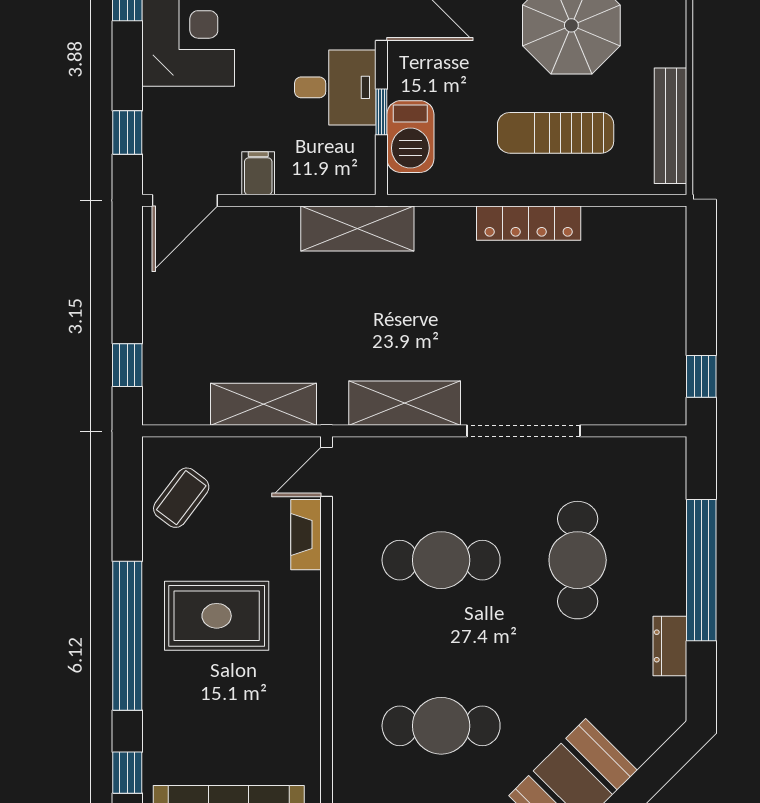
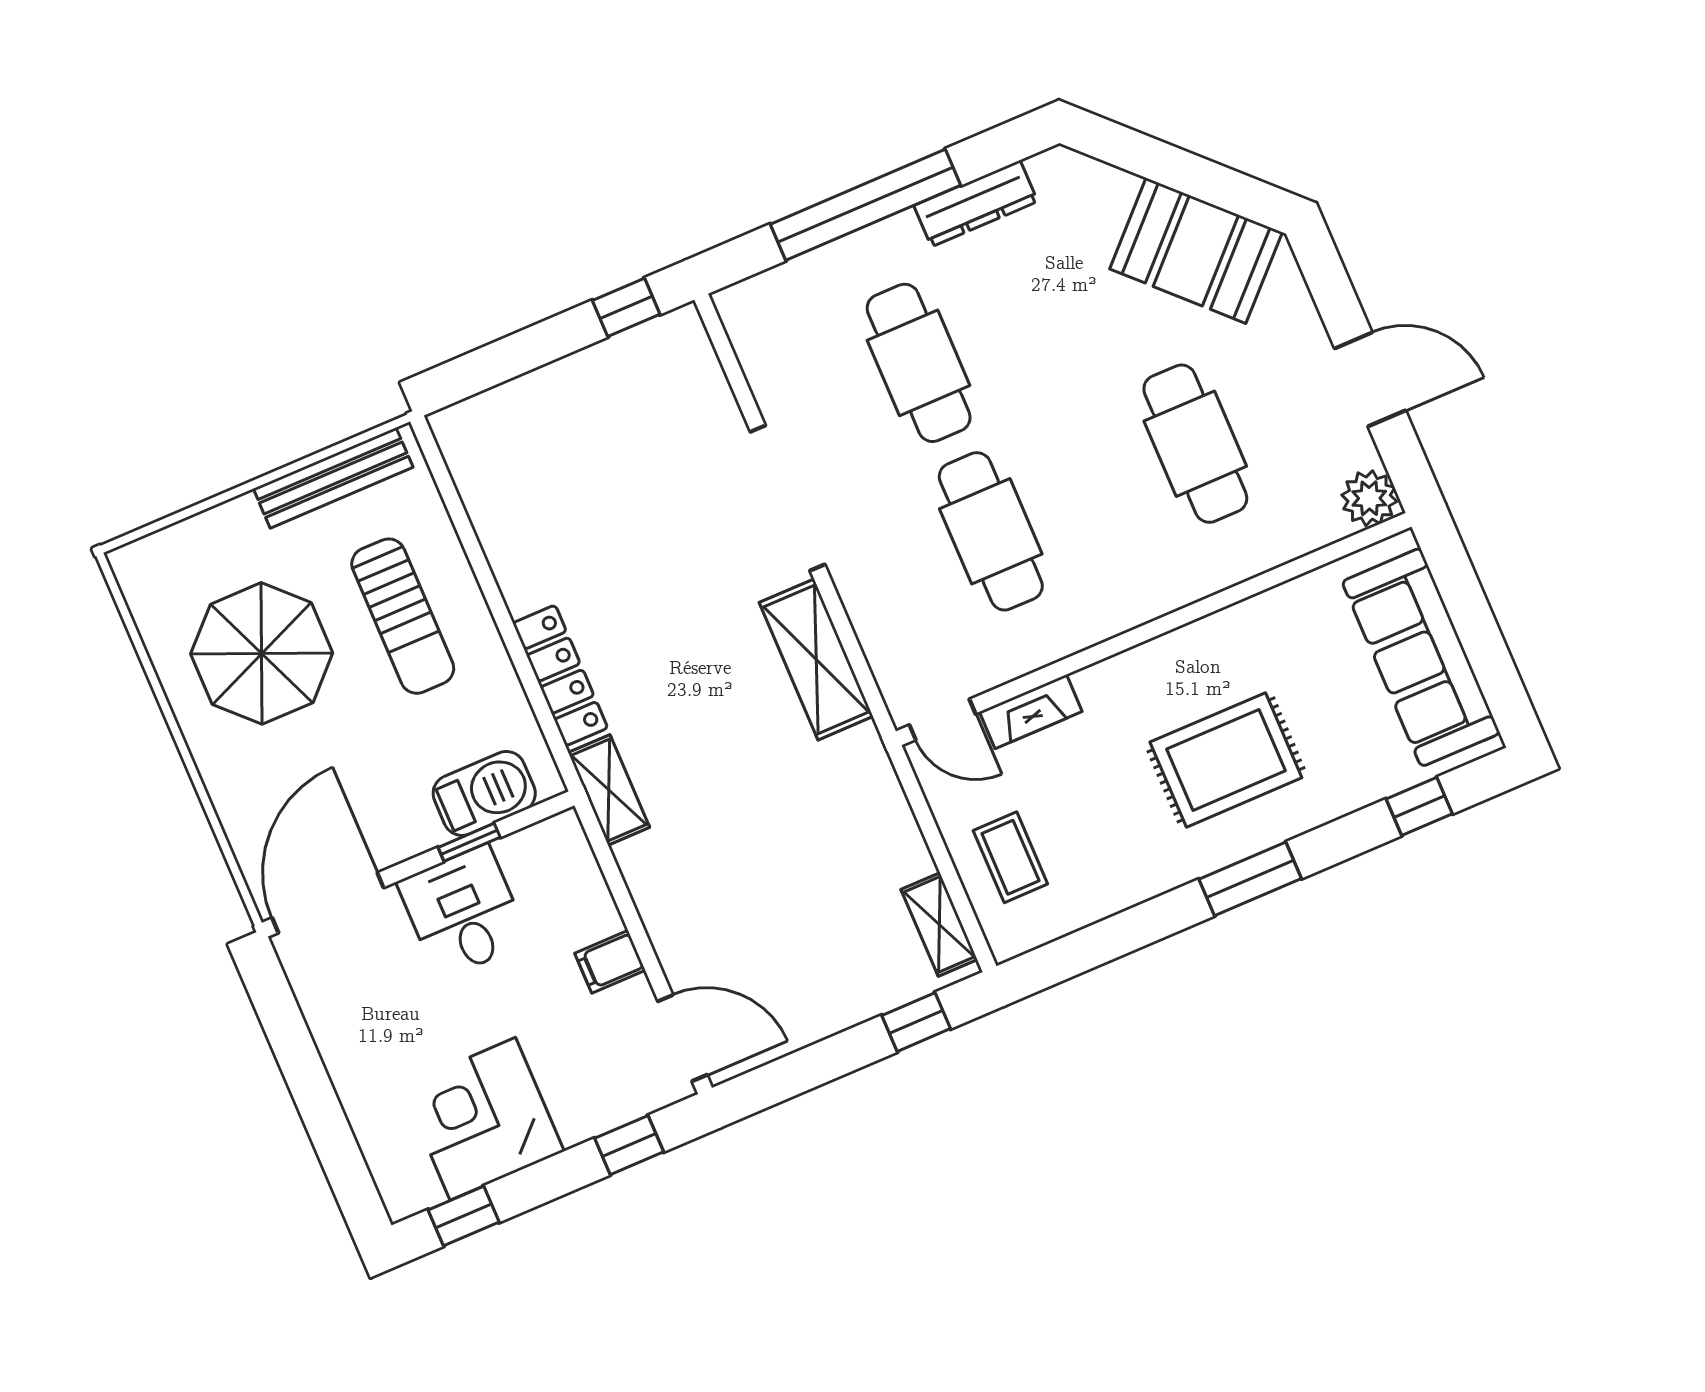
locker: (529, 223) -> (560, 675), moved
shelving: (357, 229) -> (609, 790), width x0.67, depth x0.75
shelving: (263, 404) -> (939, 924), moved, width x0.67, depth x0.75
coffee table: (181, 498) -> (1010, 857), moved, turned 53
cafe table: (578, 560) -> (919, 363), turned 90
rug: (217, 616) -> (1226, 760), moved, turned 90
window: (127, 636) -> (1250, 879), width x0.47
dresser: (670, 646) -> (976, 204), width x1.44

